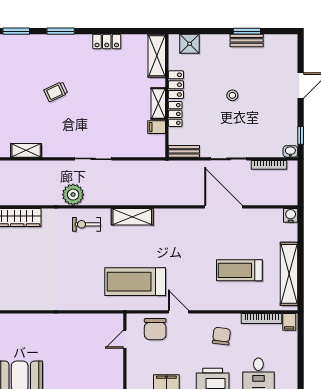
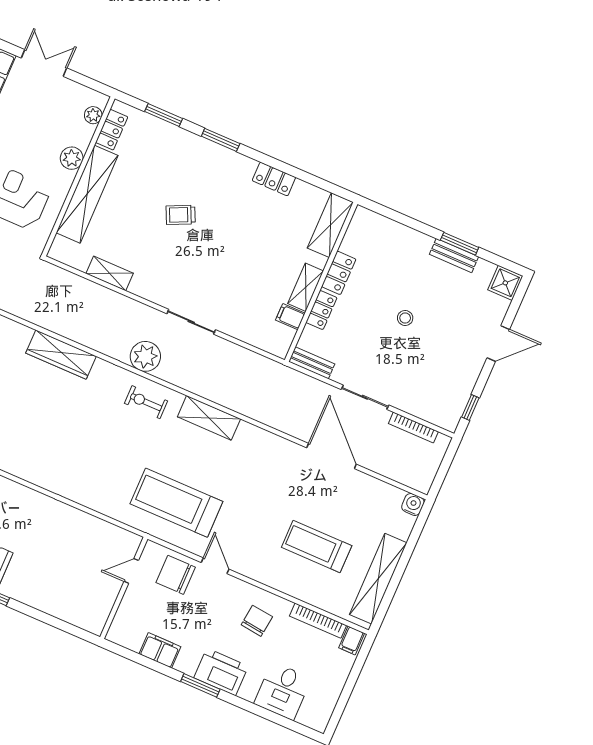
shower: (190, 44) -> (505, 283), moved
washbasin: (290, 151) -> (448, 422), removed
chair: (155, 329) -> (176, 575), turned 90

